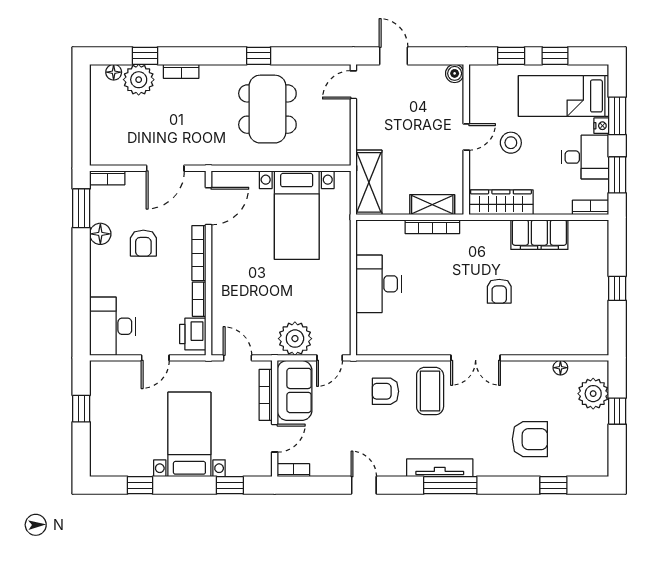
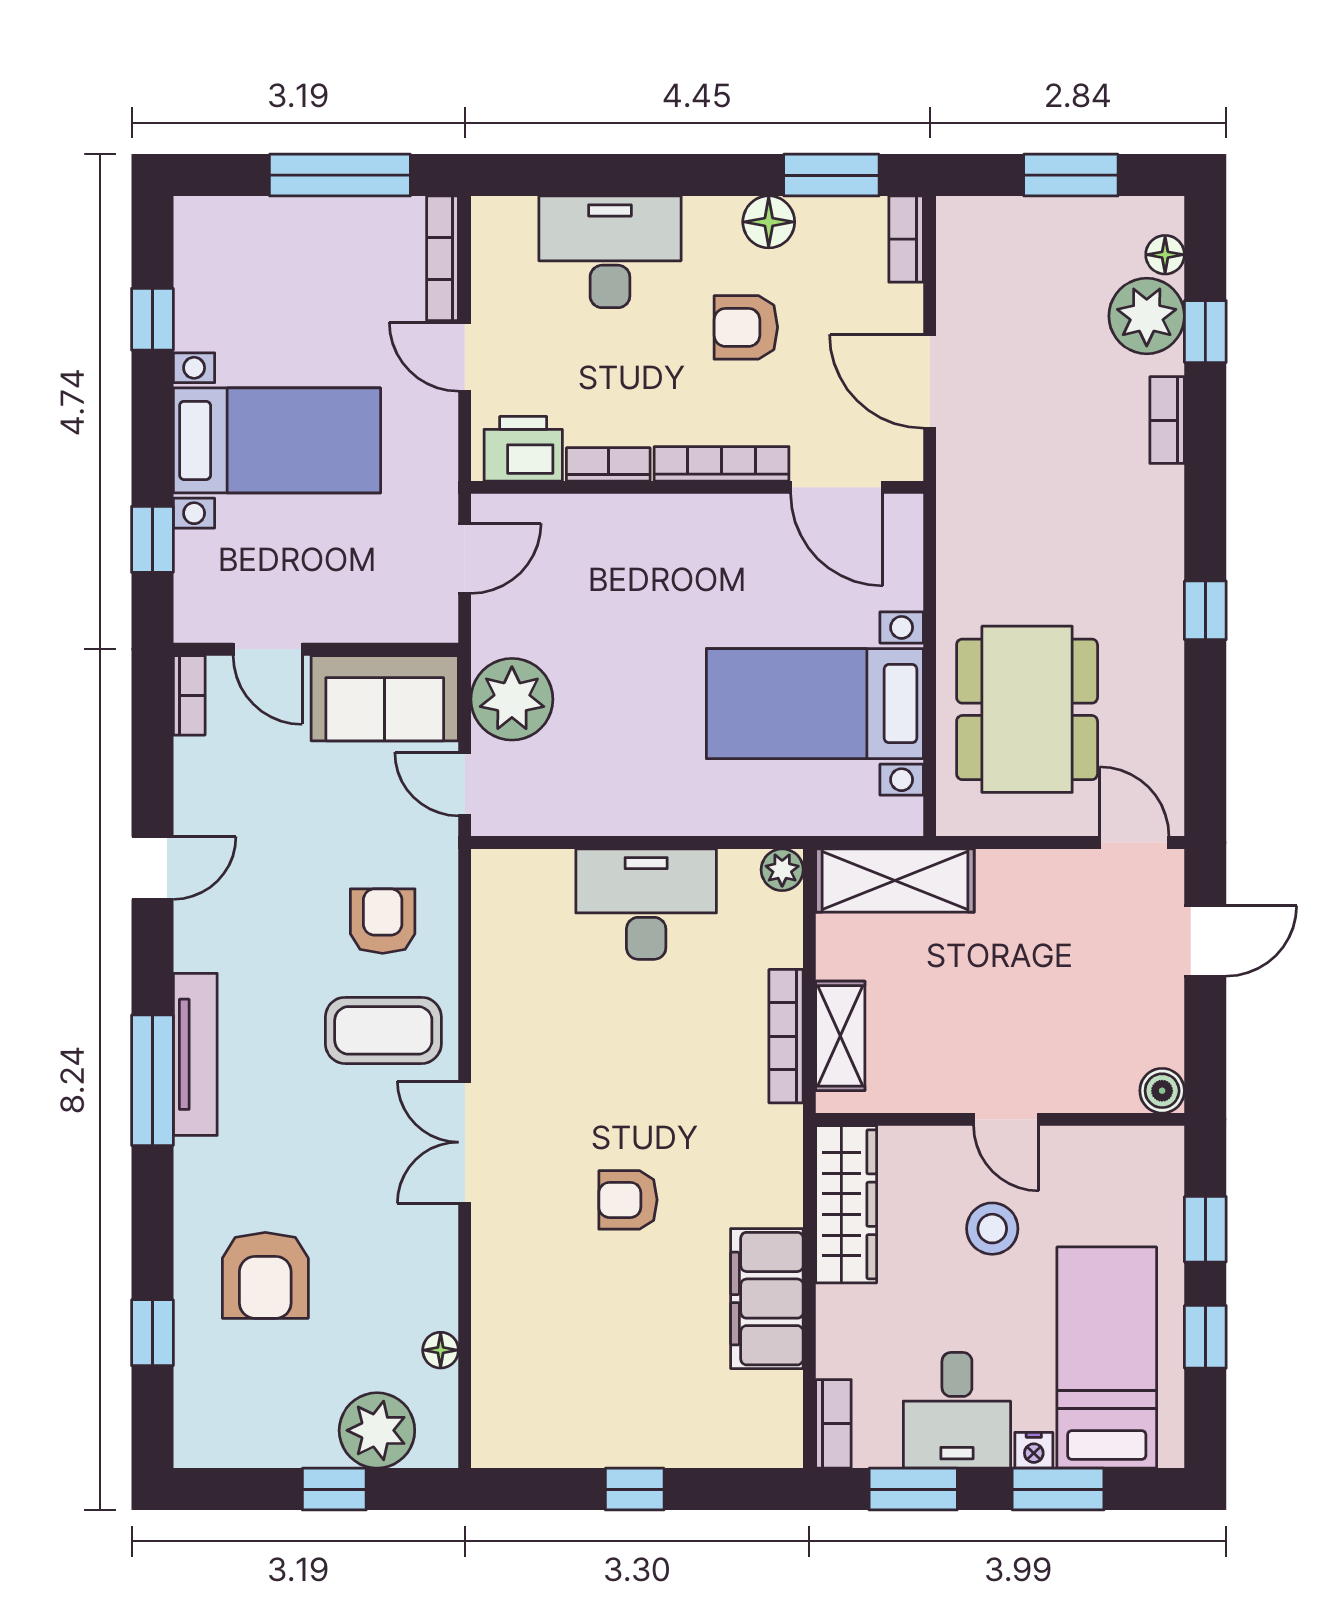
dining table: (267, 109) -> (1027, 709), moved, turned 90
window: (81, 111) -> (1071, 175), added
plant: (364, 228) -> (782, 870), added
desk: (112, 326) -> (610, 252), moved
bookcase: (266, 395) -> (442, 258), moved, turned -90
window: (81, 409) -> (340, 175), width x2.17

